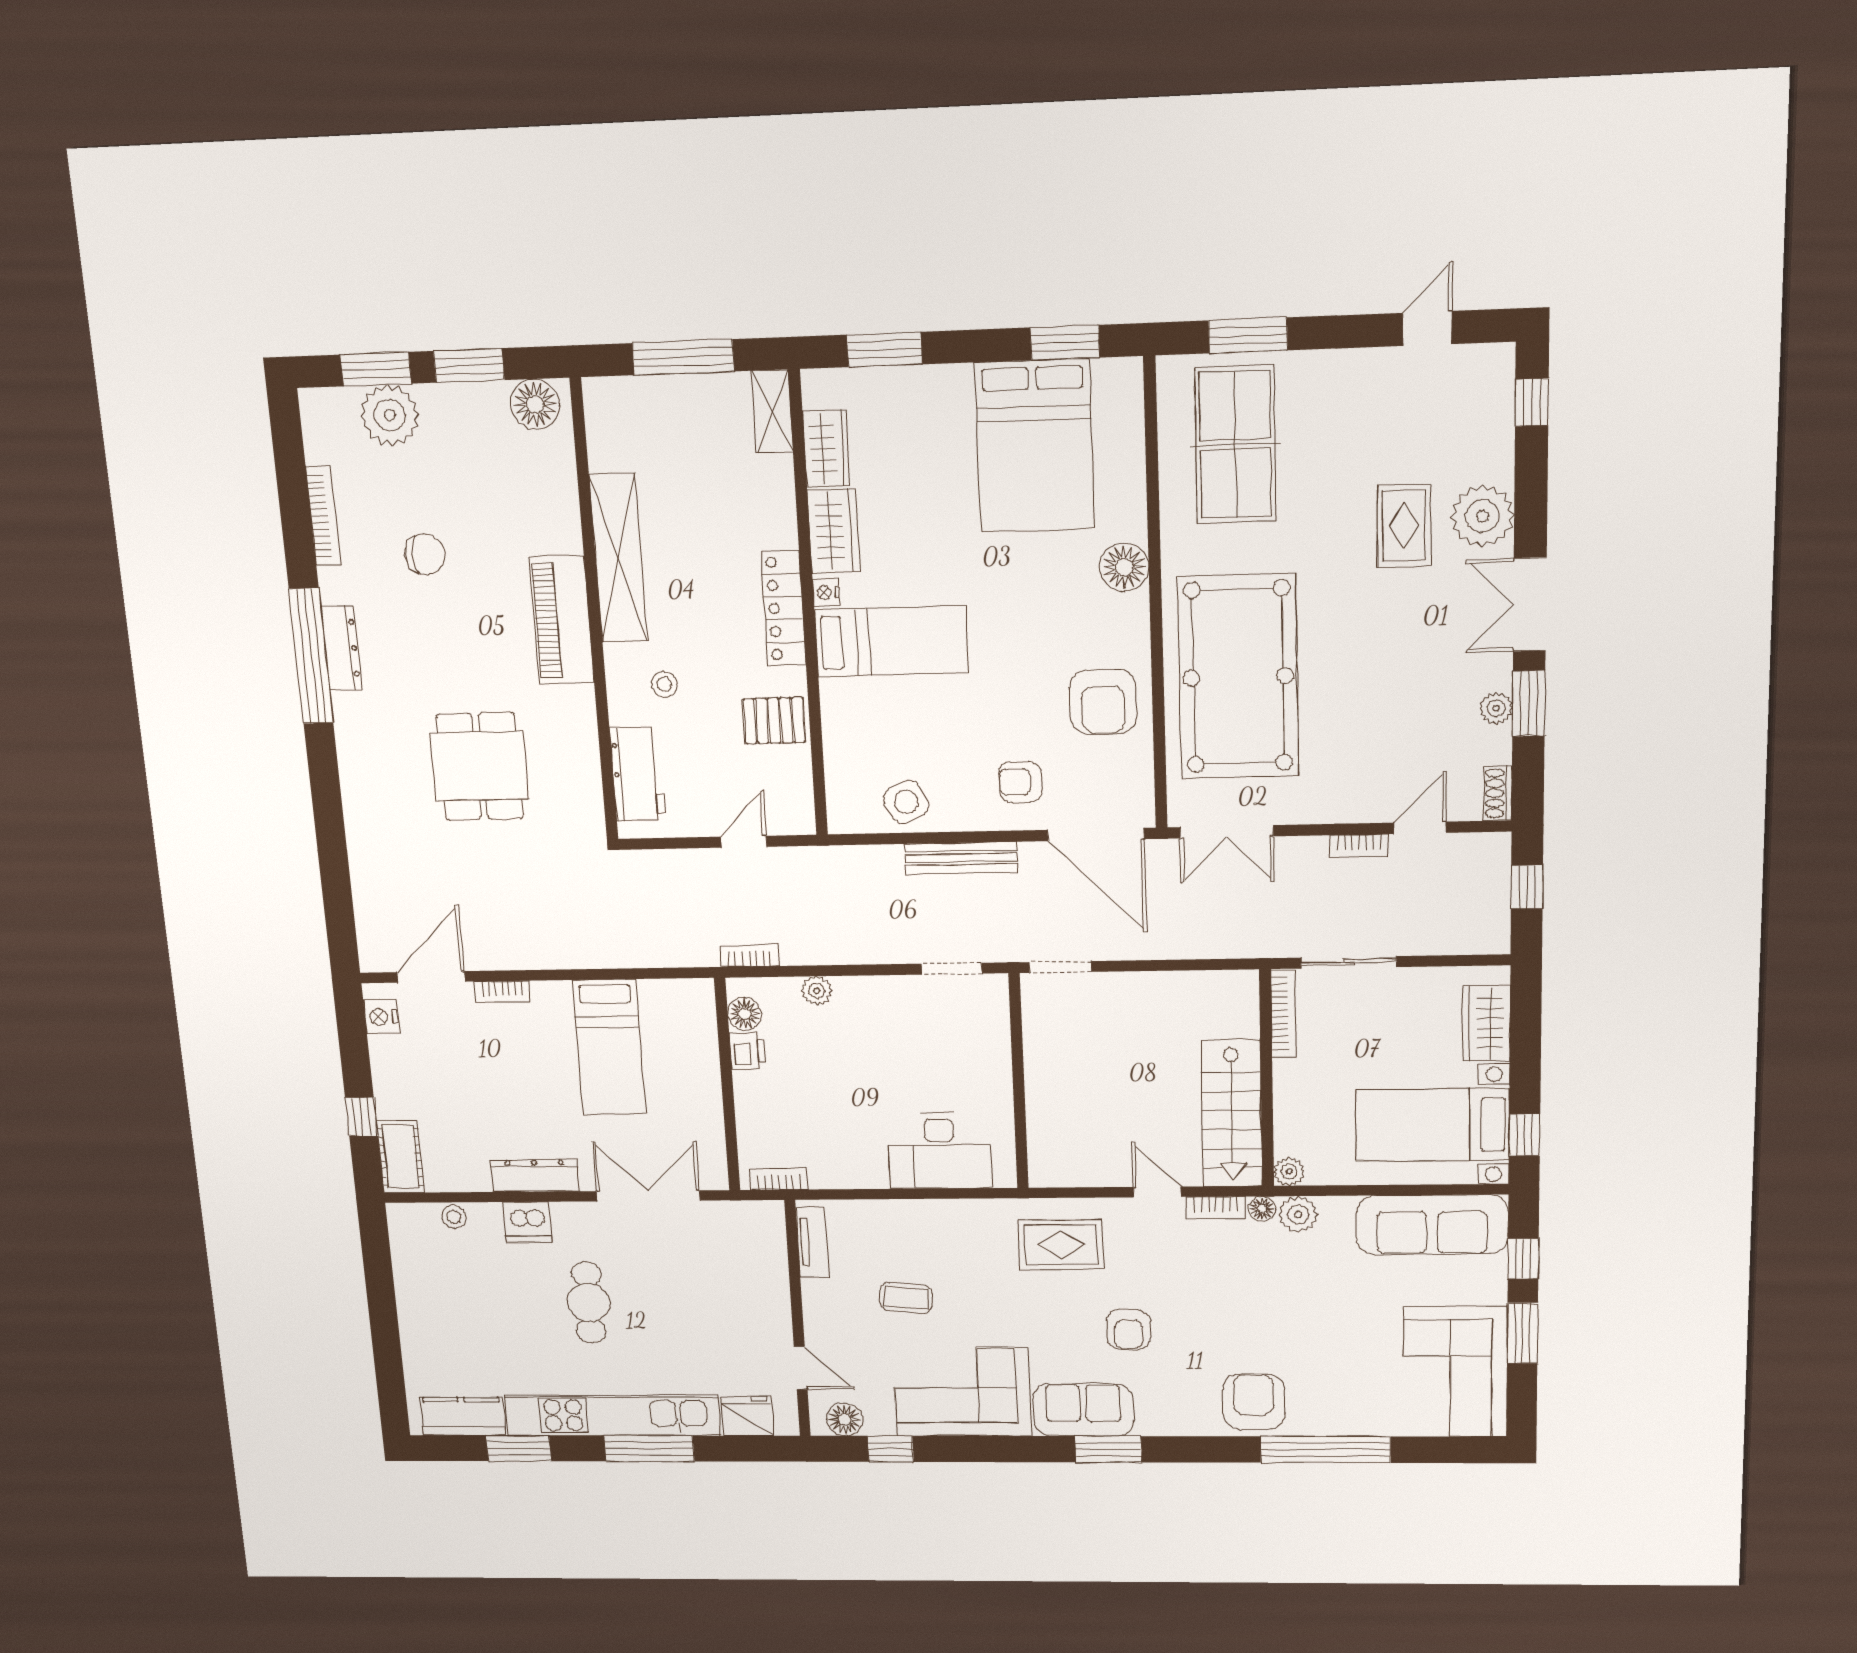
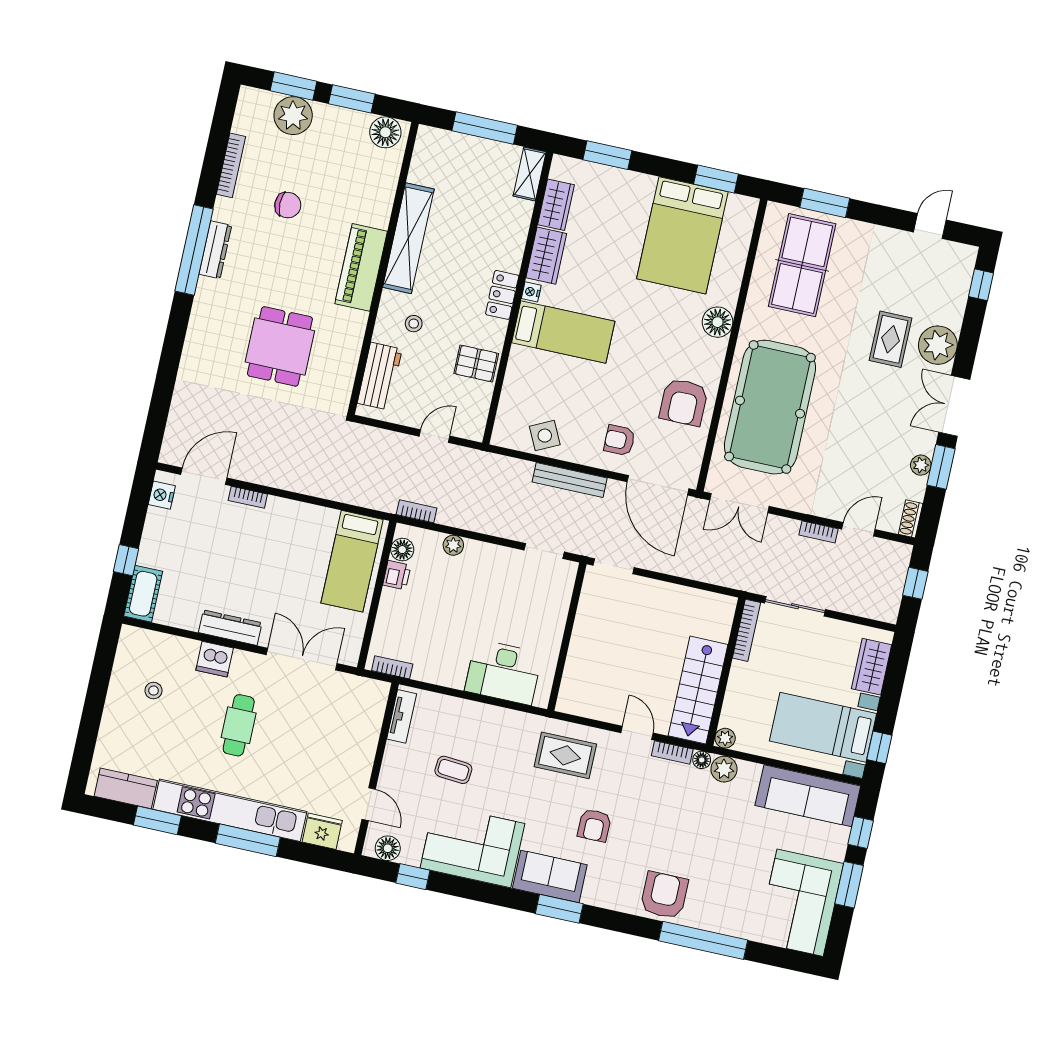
locker: (784, 608) -> (502, 295), width x0.66
bed: (609, 1047) -> (352, 561), moved
stool: (454, 1217) -> (153, 691), moved

